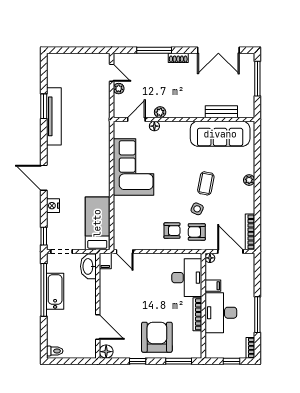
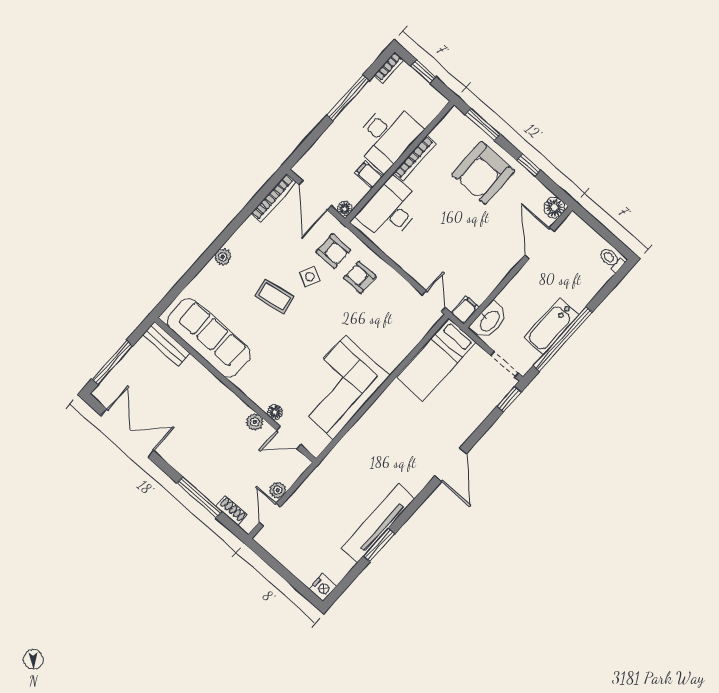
shoe rack: (178, 58) -> (232, 511), moved
bench: (221, 112) -> (166, 344), moved
coffee table: (206, 183) -> (275, 296), turned 68
nightstand: (53, 206) -> (323, 588), moved

